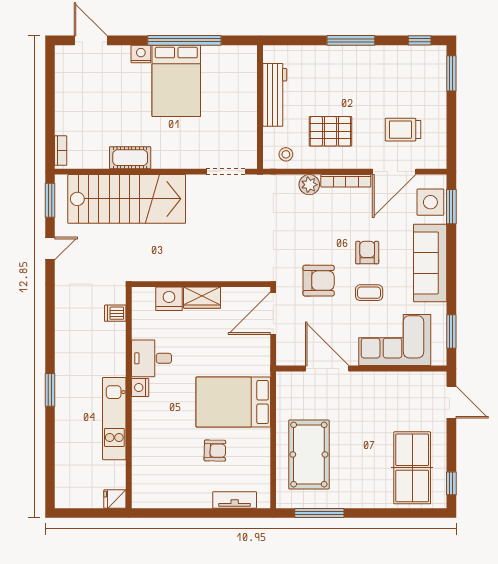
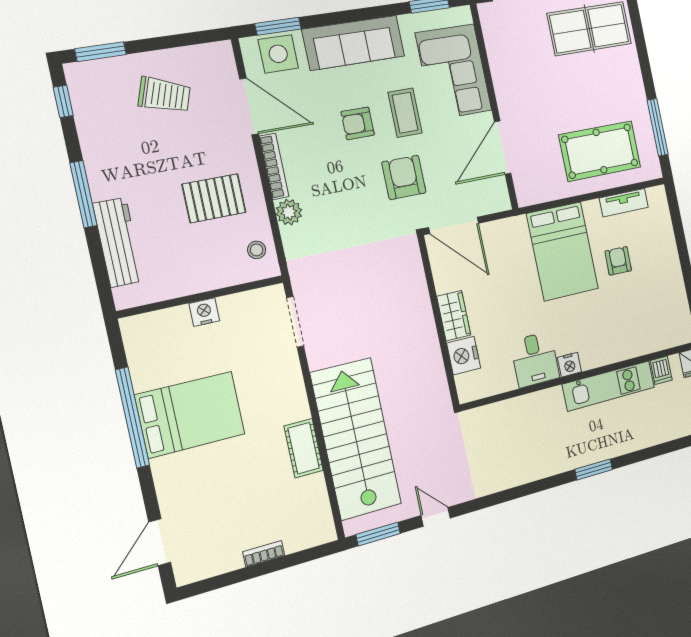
nightstand: (141, 54) -> (204, 312), moved, turned 90
workbench: (275, 95) -> (118, 242), moved, turned 90
trolley: (403, 130) -> (164, 95), moved, turned -71
pallet: (330, 131) -> (214, 198), turned 90
bookcase: (61, 151) -> (264, 554), moved
coffee table: (369, 293) -> (405, 113), width x1.36, depth x1.30
dishwasher: (115, 313) -> (661, 370), moved
tv unit: (235, 500) -> (624, 203), moved, turned -90

